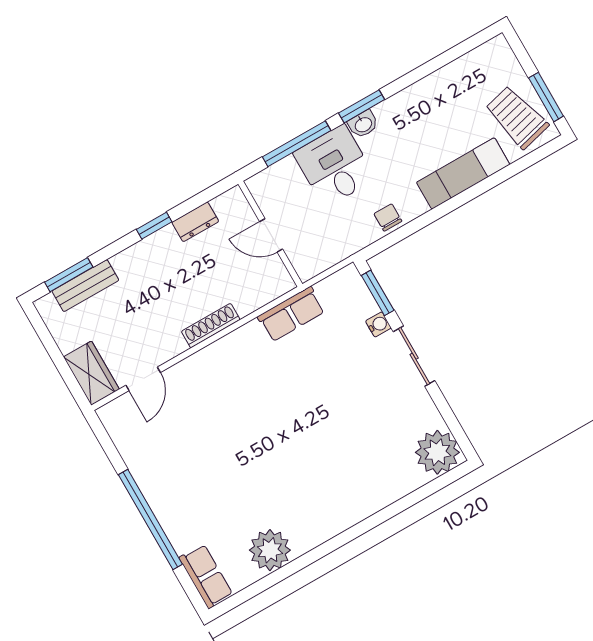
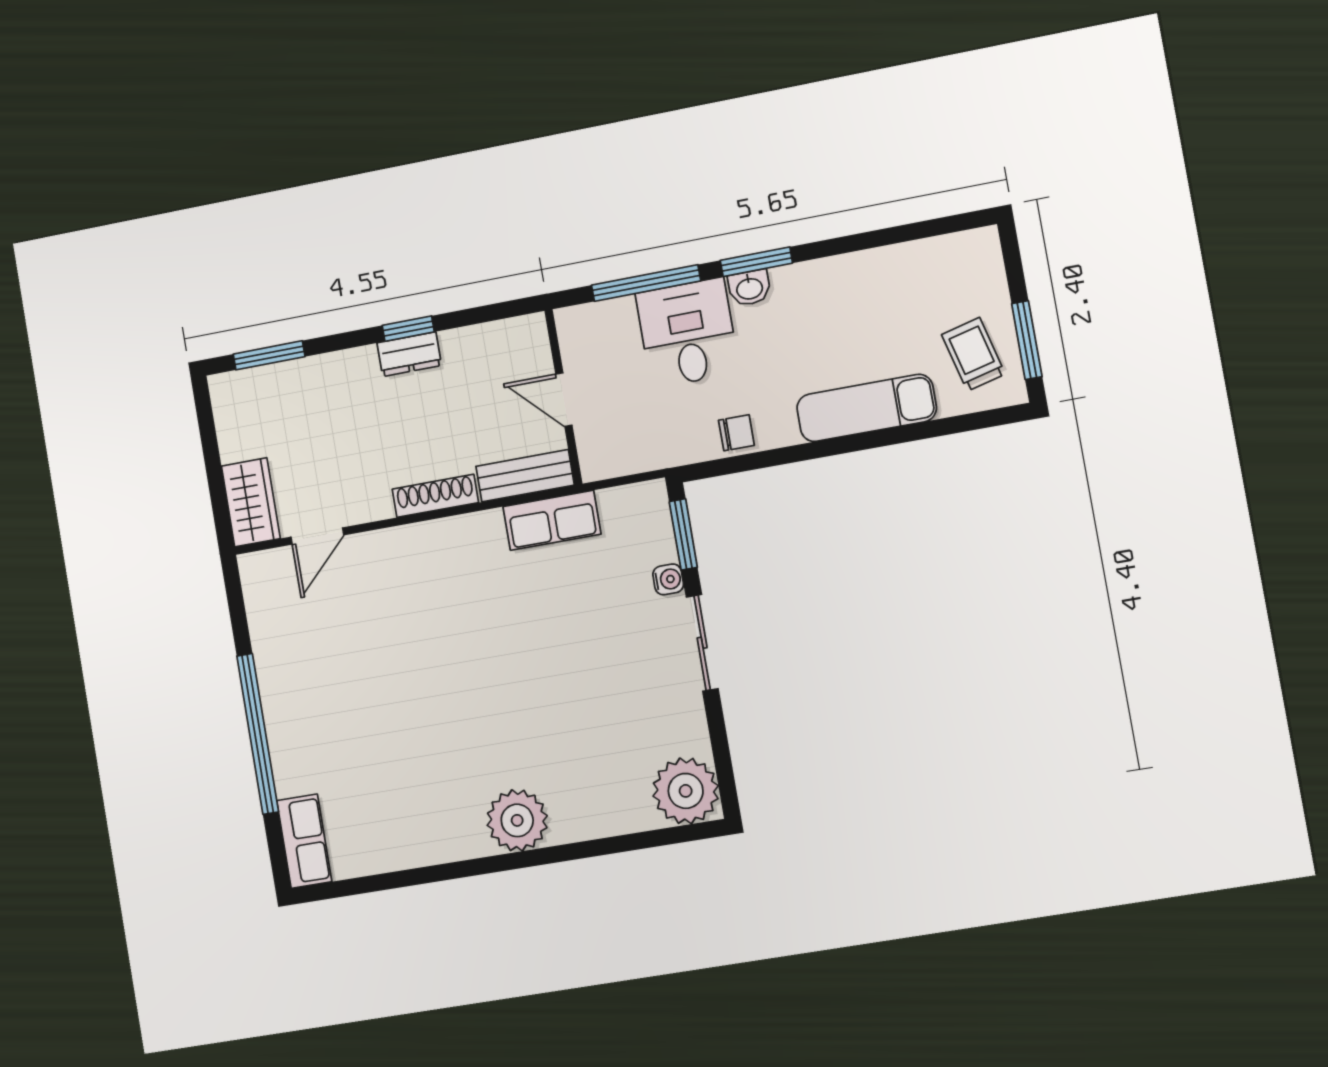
trolley: (517, 117) -> (973, 354), width x0.73, depth x0.72
chair: (388, 217) -> (736, 433), turned 90
dresser: (195, 222) -> (409, 354), moved
bench: (85, 286) -> (525, 476), moved
plant: (270, 550) -> (517, 820), moved

